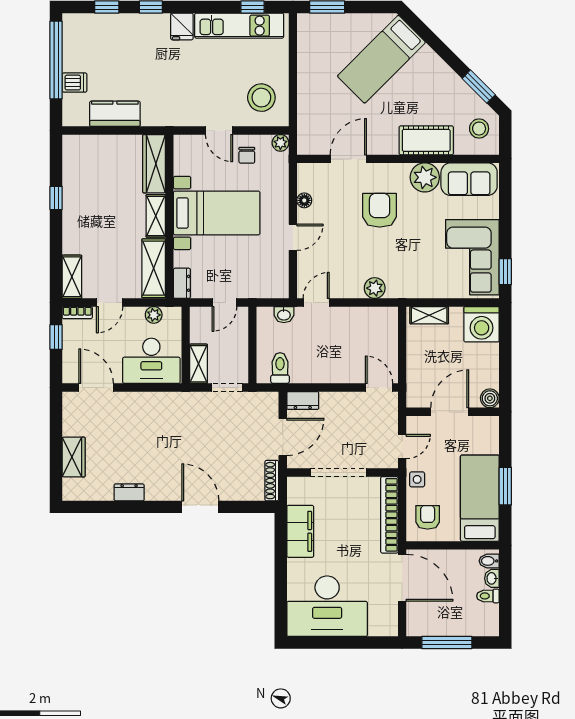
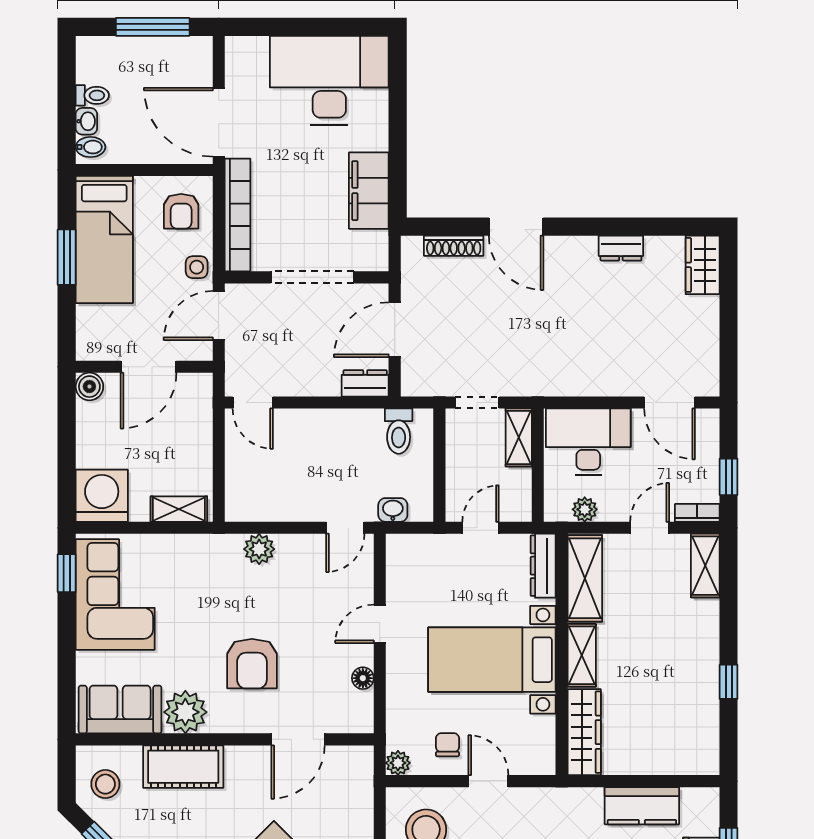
dresser: (182, 283) -> (543, 566), width x1.44
door: (402, 447) -> (219, 315), width x1.38
wardrobe: (74, 457) -> (703, 265), moved
shoe rack: (272, 481) -> (454, 246), moved, turned 90

